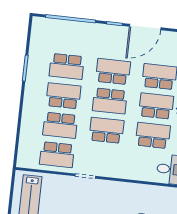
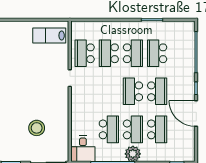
school desk: (107, 130) -> (109, 91), removed

